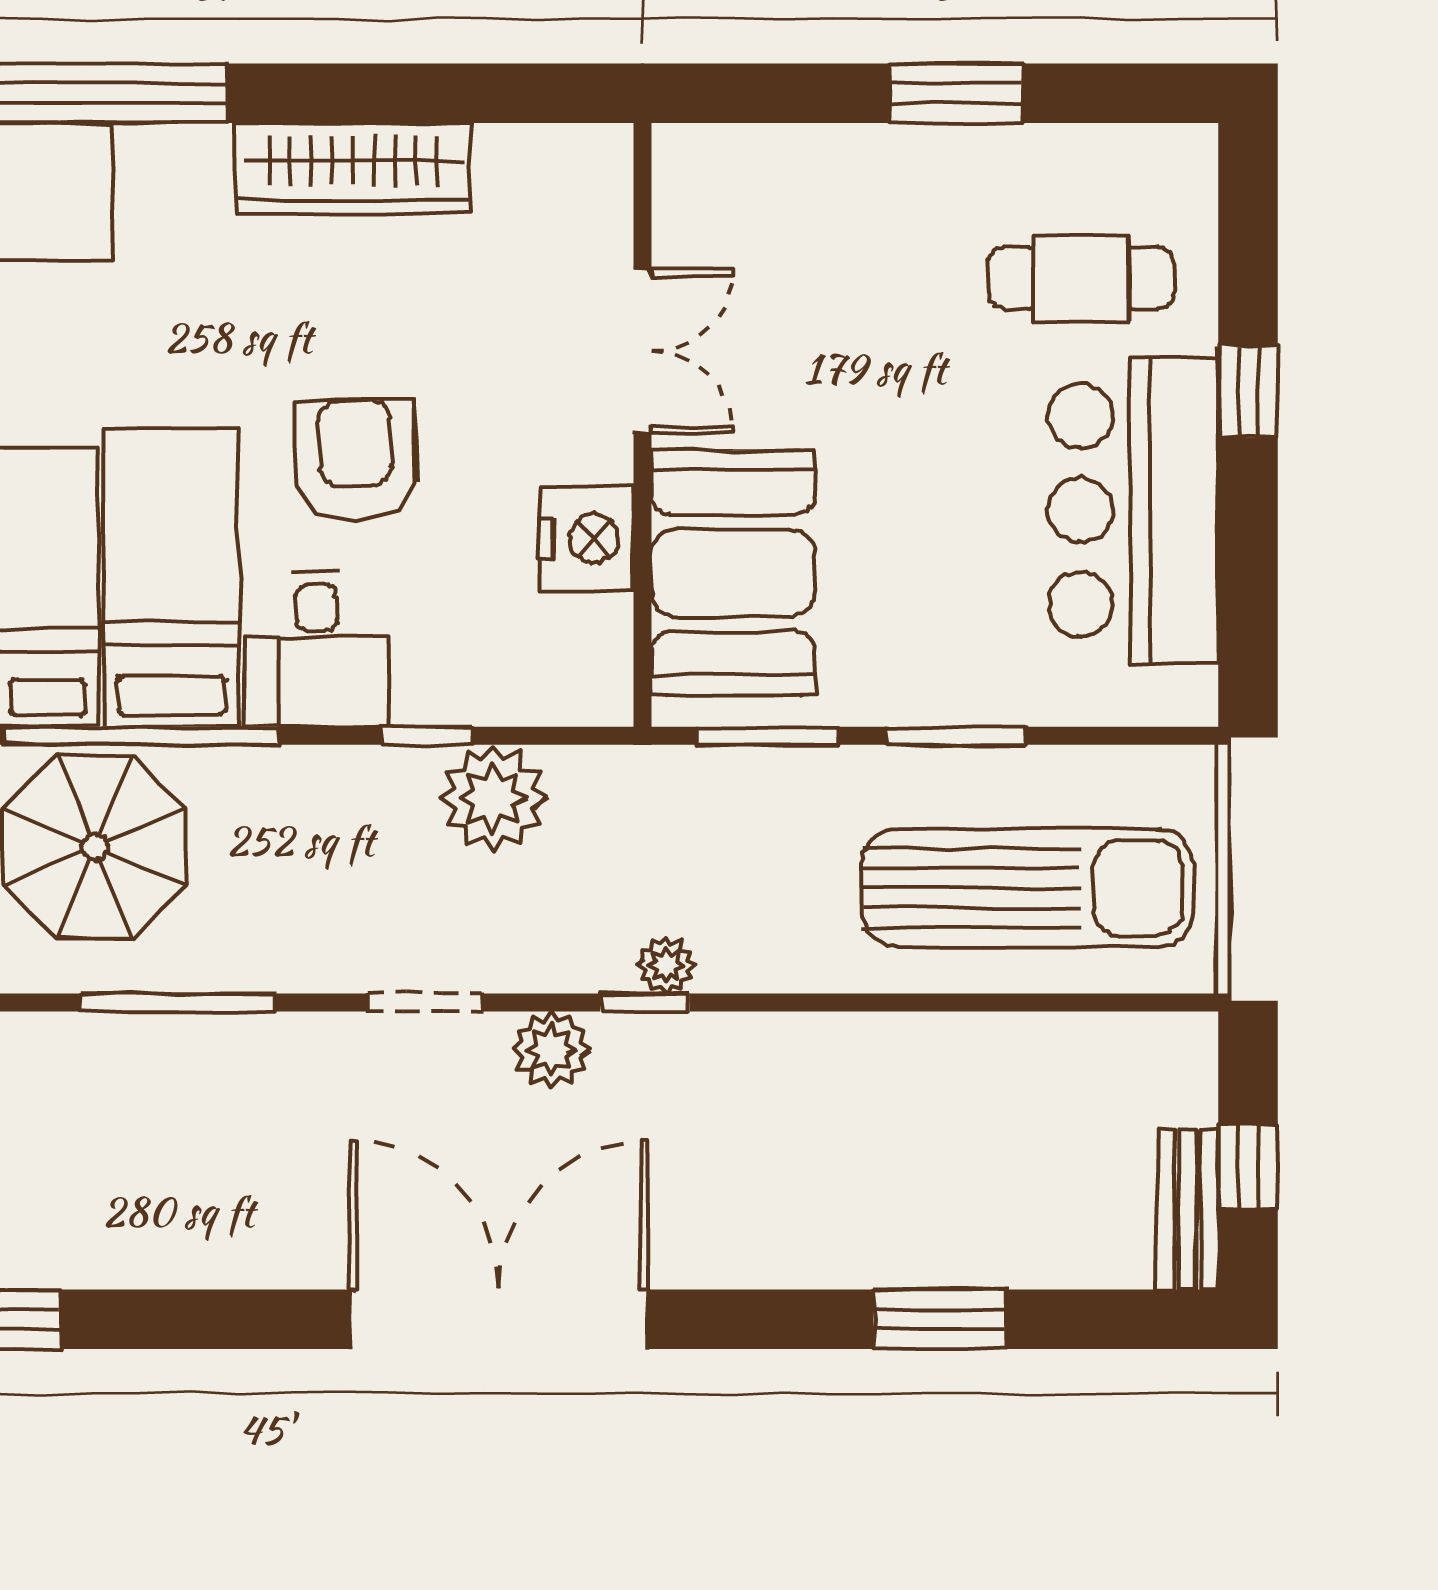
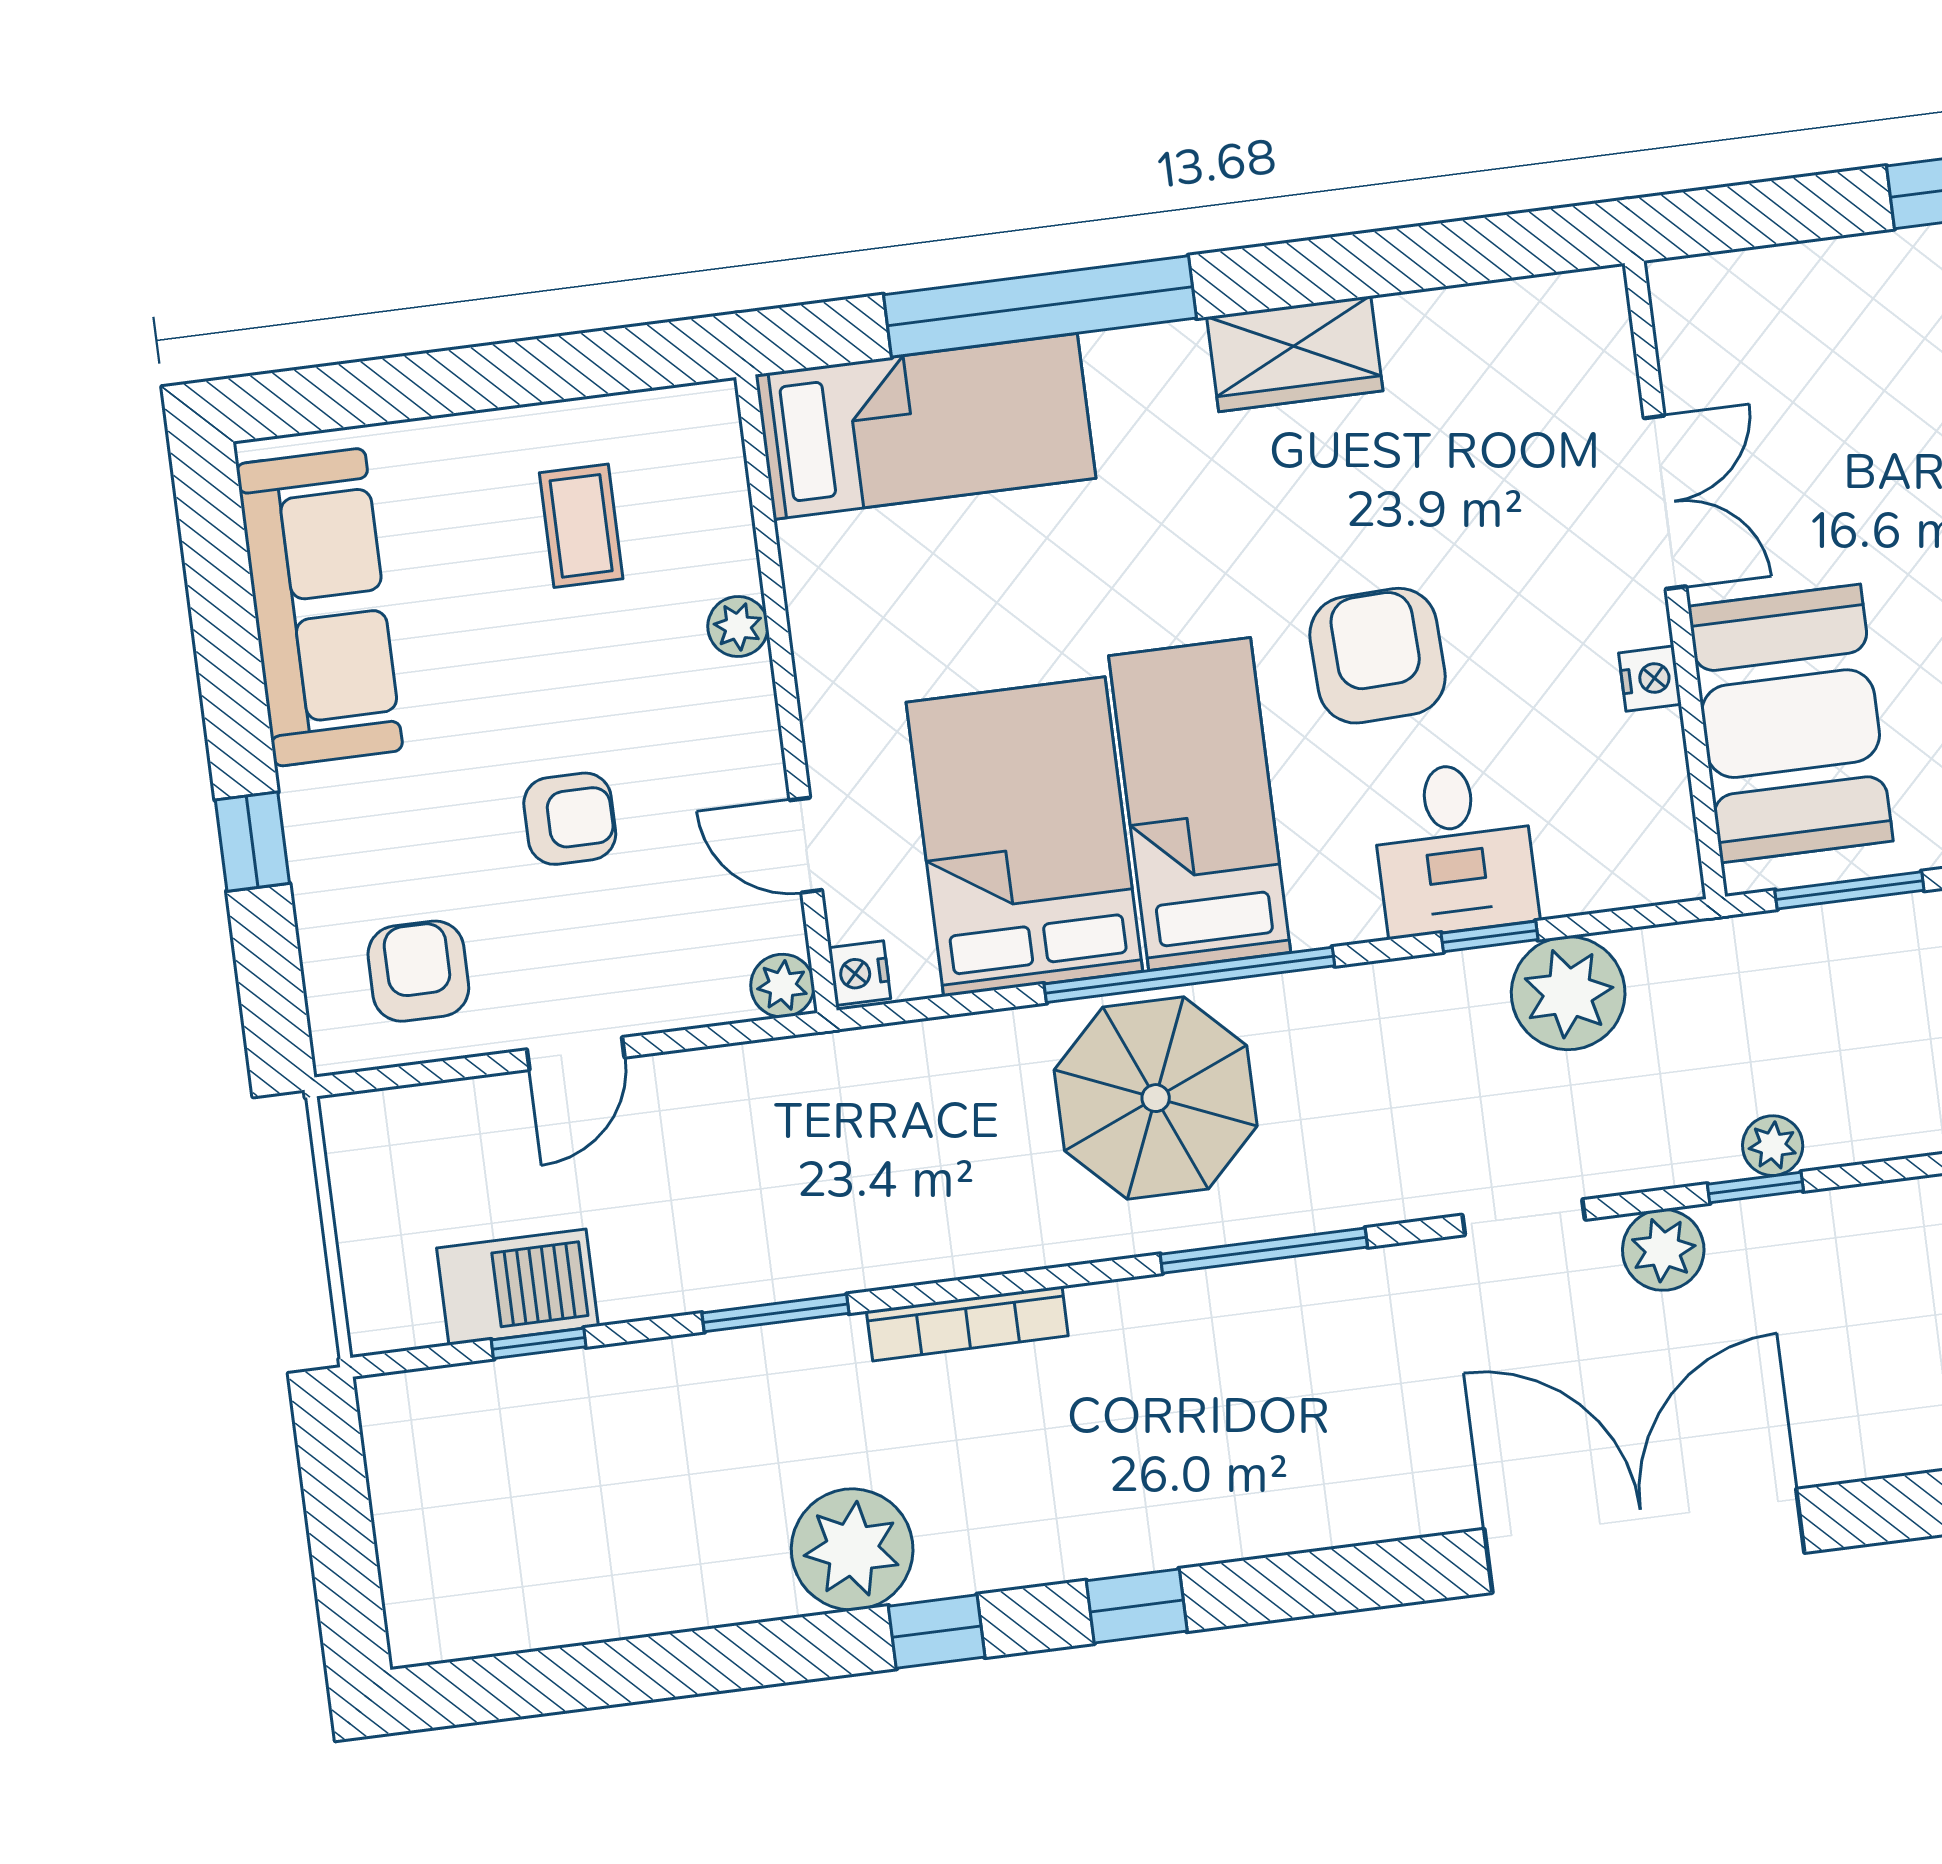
wardrobe: (353, 168) -> (1295, 354), width x0.67
nightstand: (586, 539) -> (1650, 679), width x0.53, depth x0.56
desk: (317, 649) -> (1454, 848), moved

